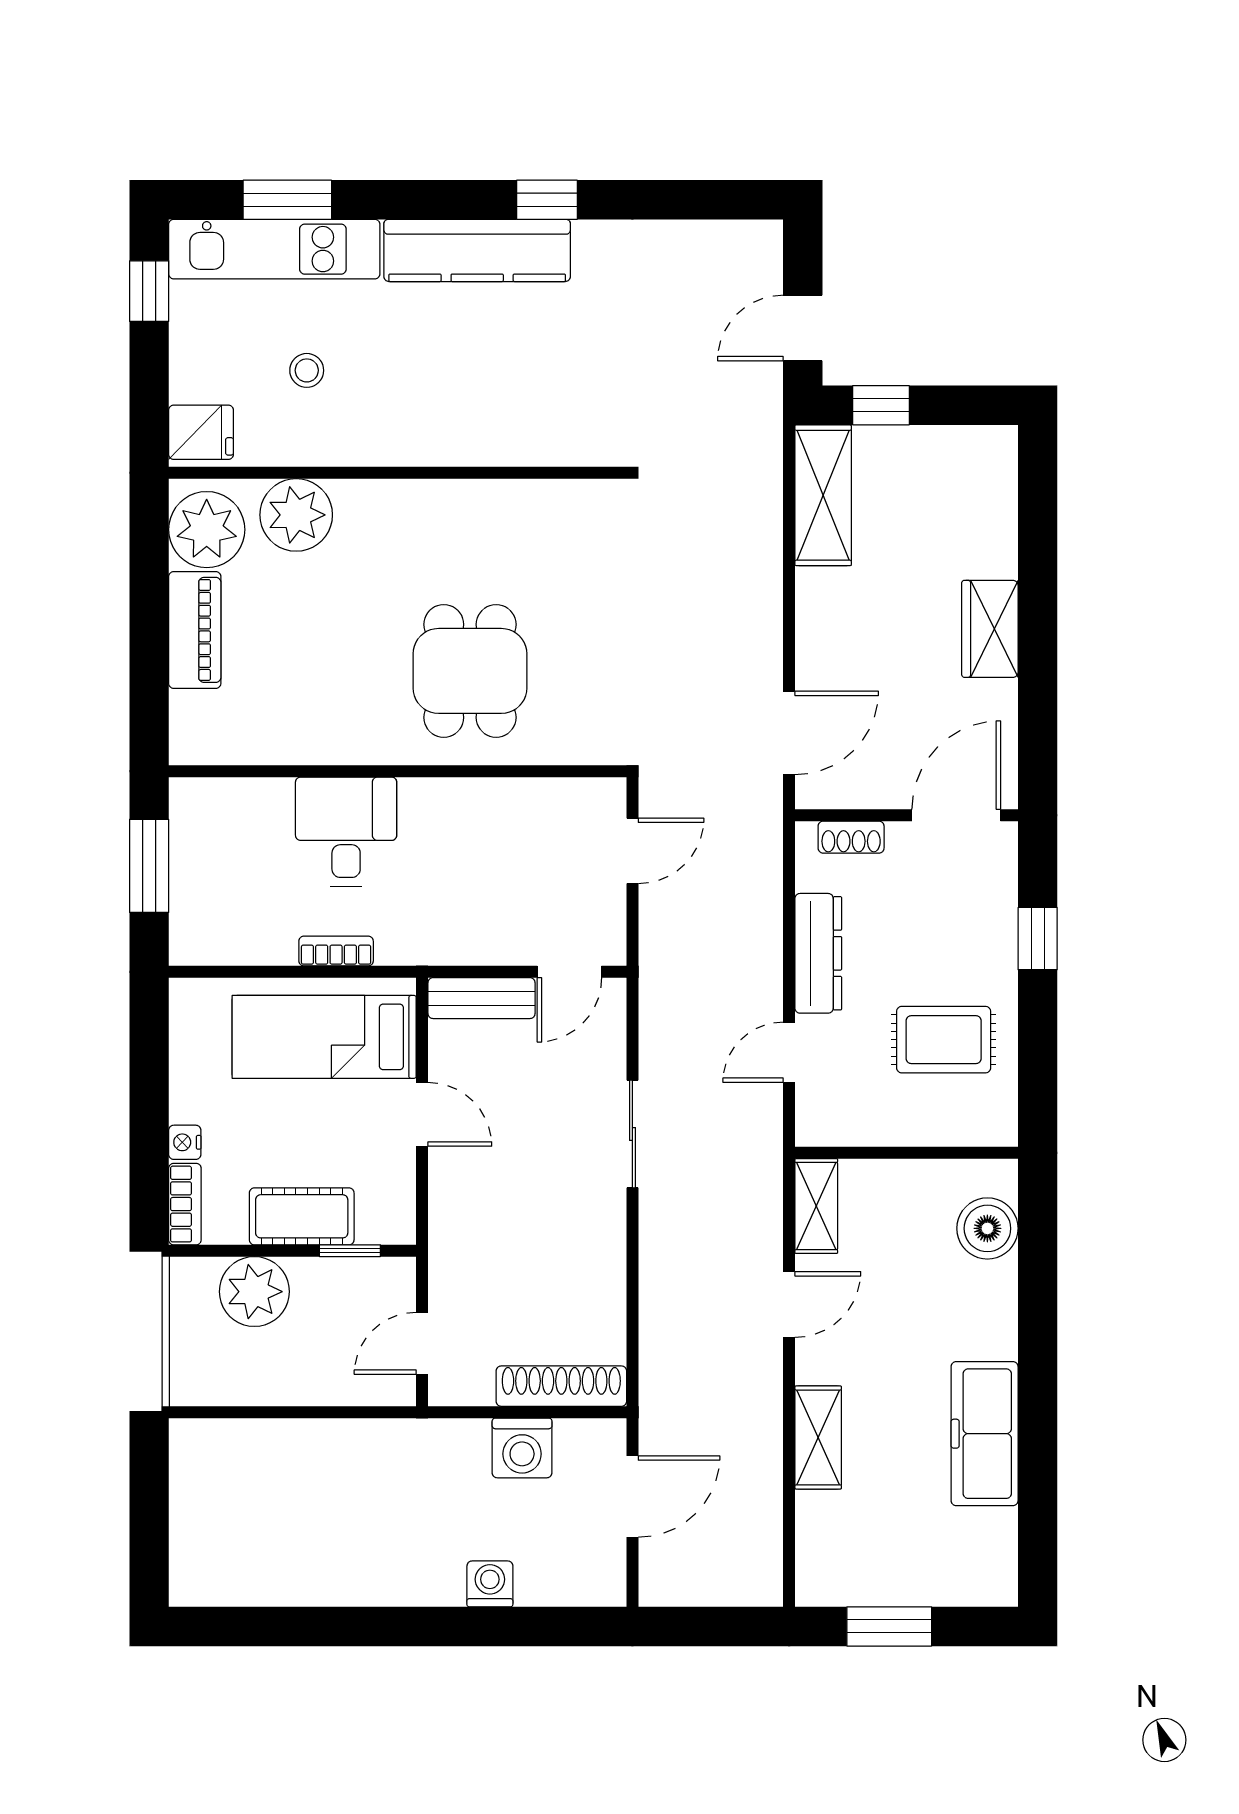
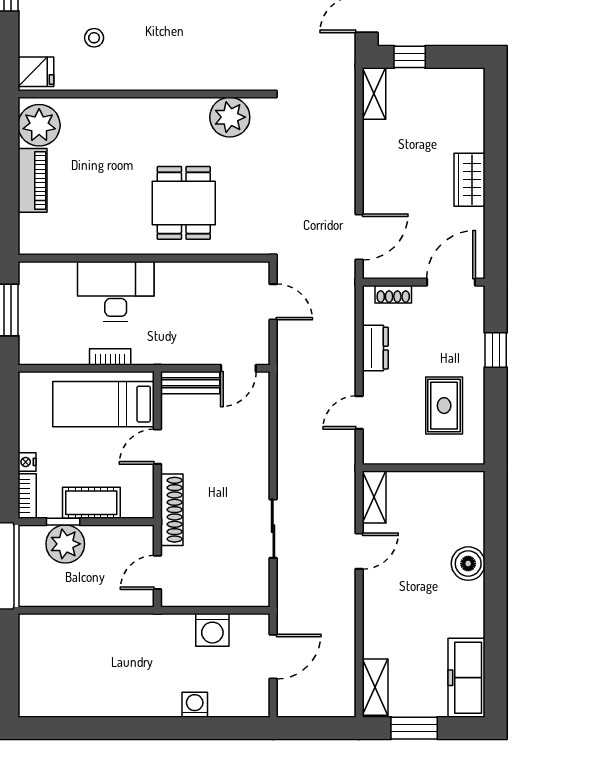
shelving: (823, 495) -> (374, 93), width x0.67, depth x0.75
plant: (296, 515) -> (230, 117), moved
desk: (346, 832) -> (116, 291), width x1.37
door: (632, 851) -> (273, 302), hinge flipped
dresser: (818, 953) -> (375, 348), width x0.70
rug: (944, 1040) -> (444, 406), turned 90
door: (422, 1114) -> (157, 447), swing flipped
sliding door: (632, 1134) -> (273, 529), moved
boiler: (987, 1228) -> (468, 564), moved
window: (350, 1251) -> (63, 522), moved
shoe rack: (561, 1386) -> (172, 510), moved, turned 90
freezer: (985, 1434) -> (467, 678), moved
shelving: (818, 1437) -> (375, 687), moved

